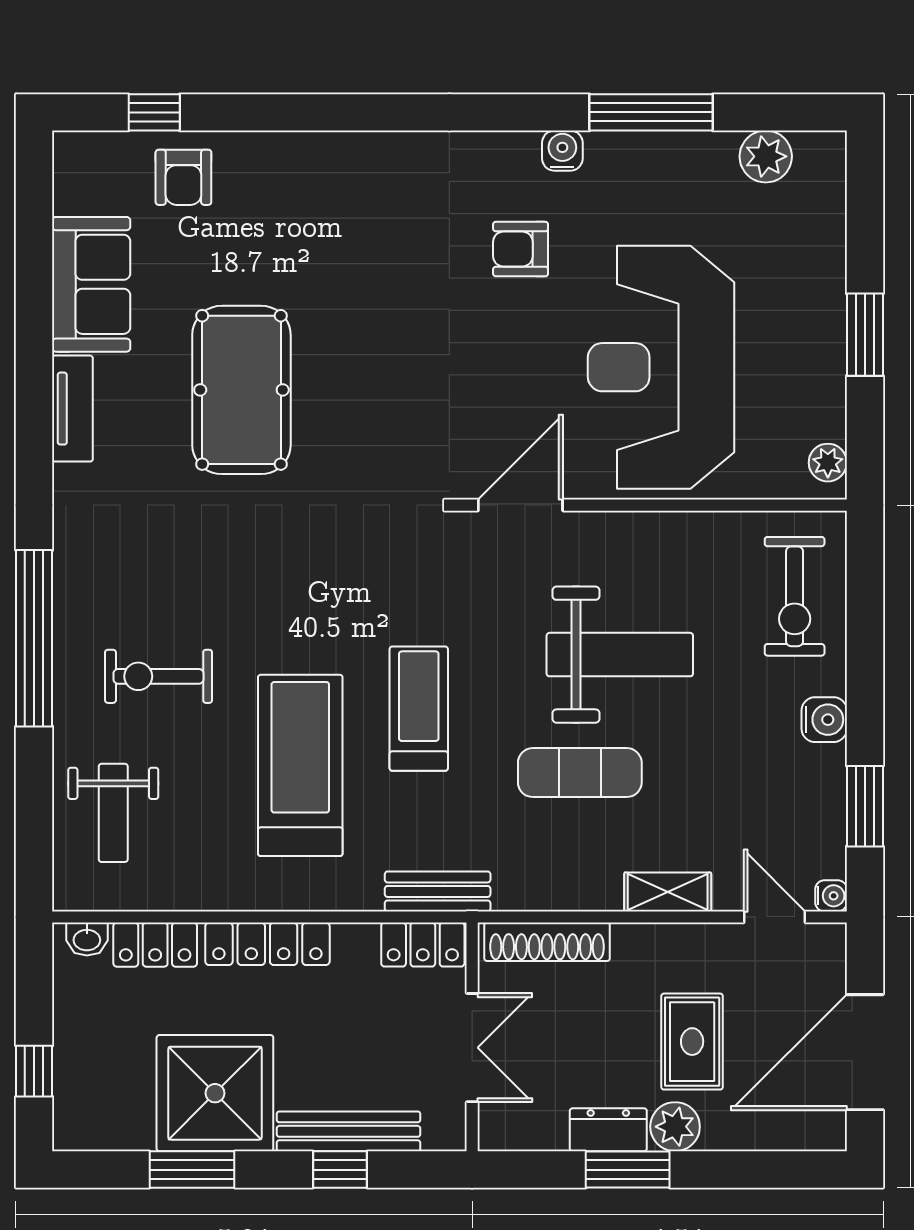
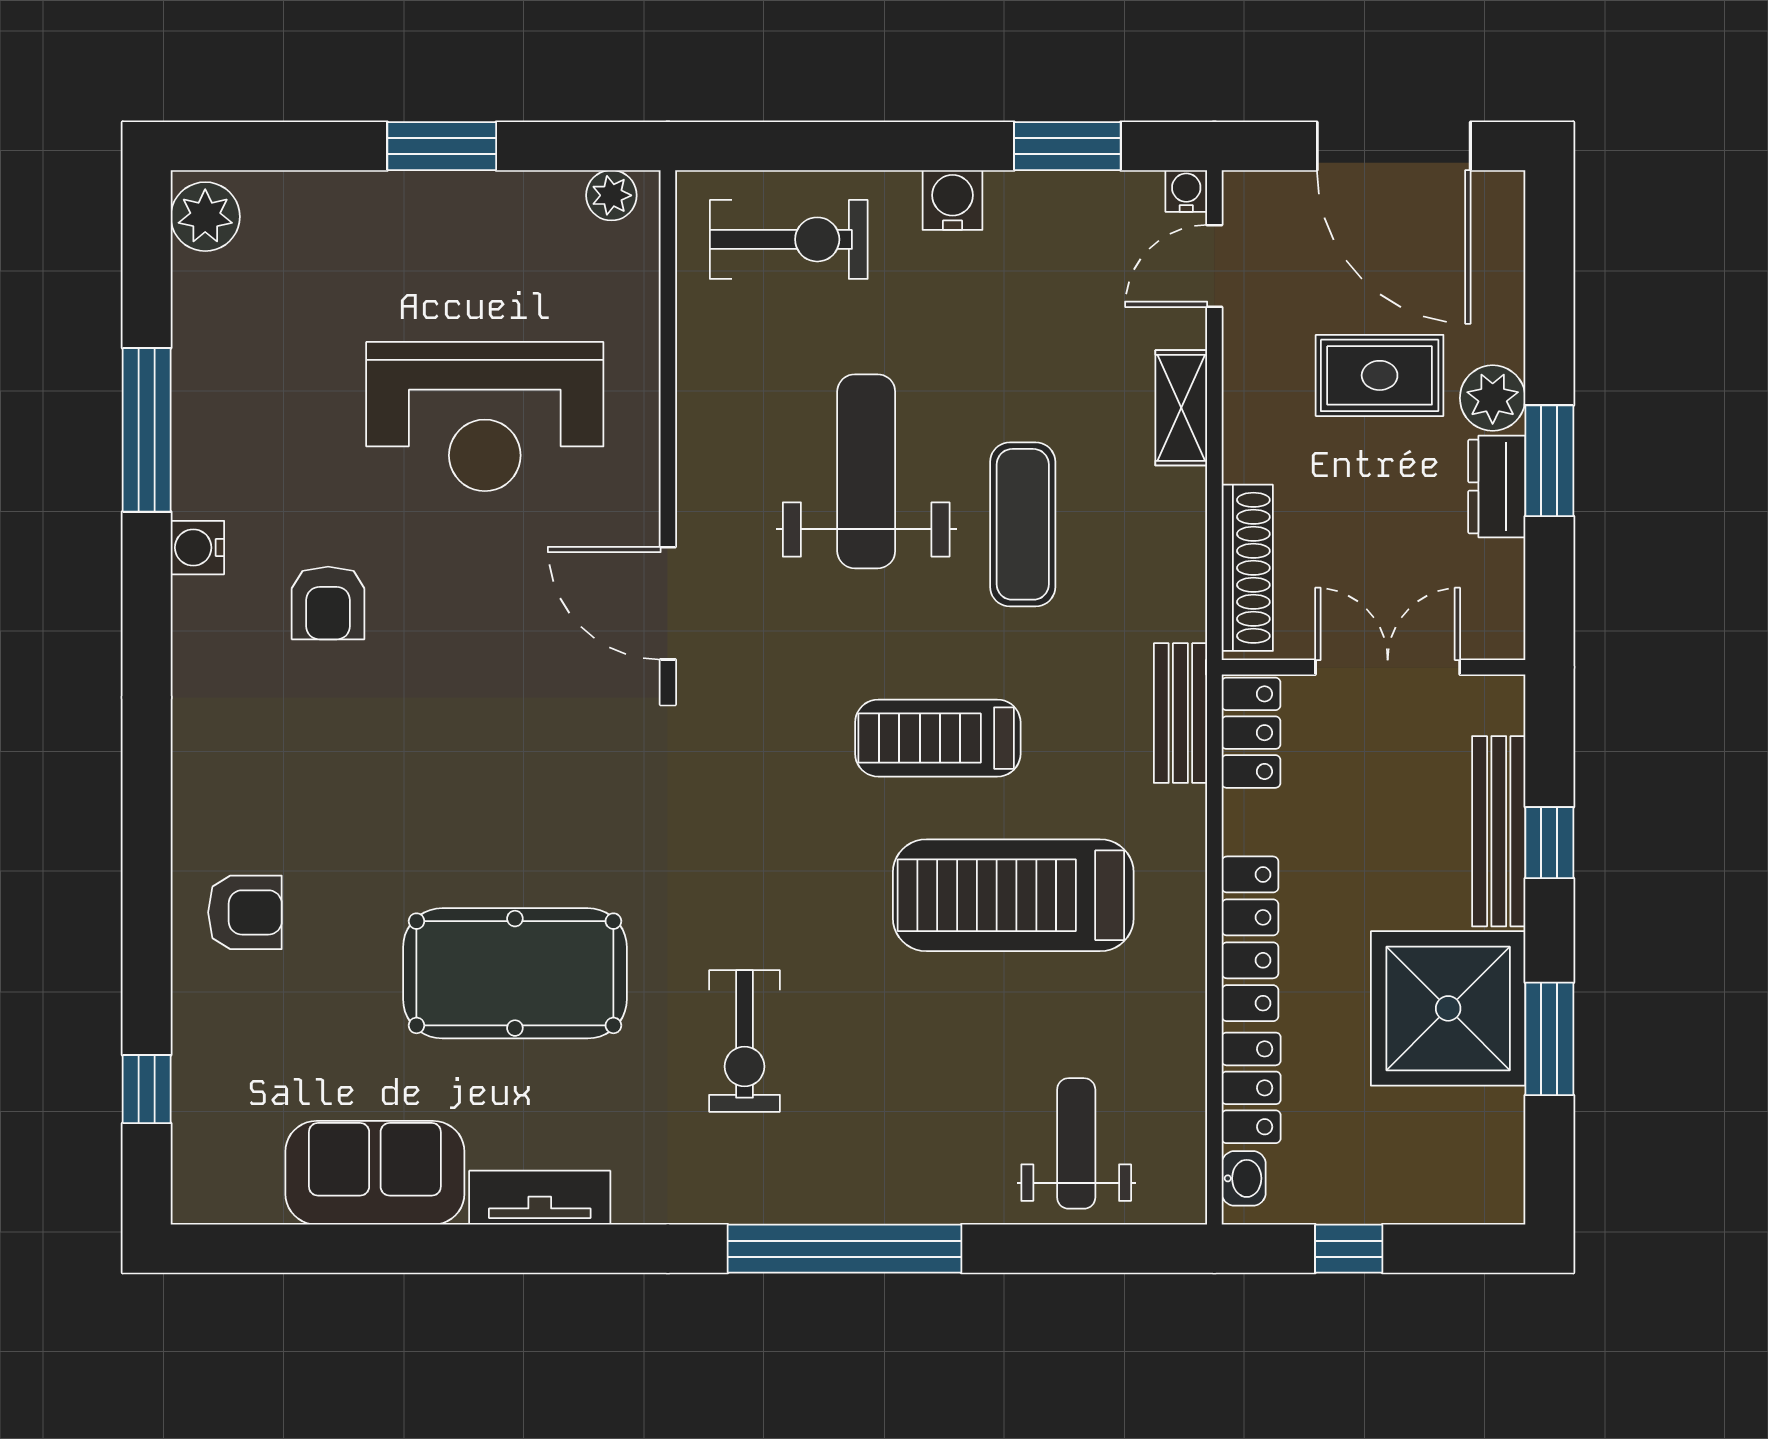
plant: (766, 156) -> (205, 217), moved
armchair: (183, 177) -> (245, 912), moved
reception desk: (661, 367) -> (485, 417), width x0.74, depth x0.77
exercise bike: (158, 676) -> (745, 1041), moved
weight bench: (113, 813) -> (1076, 1143), turned -90
window: (34, 1071) -> (1349, 1249), moved

